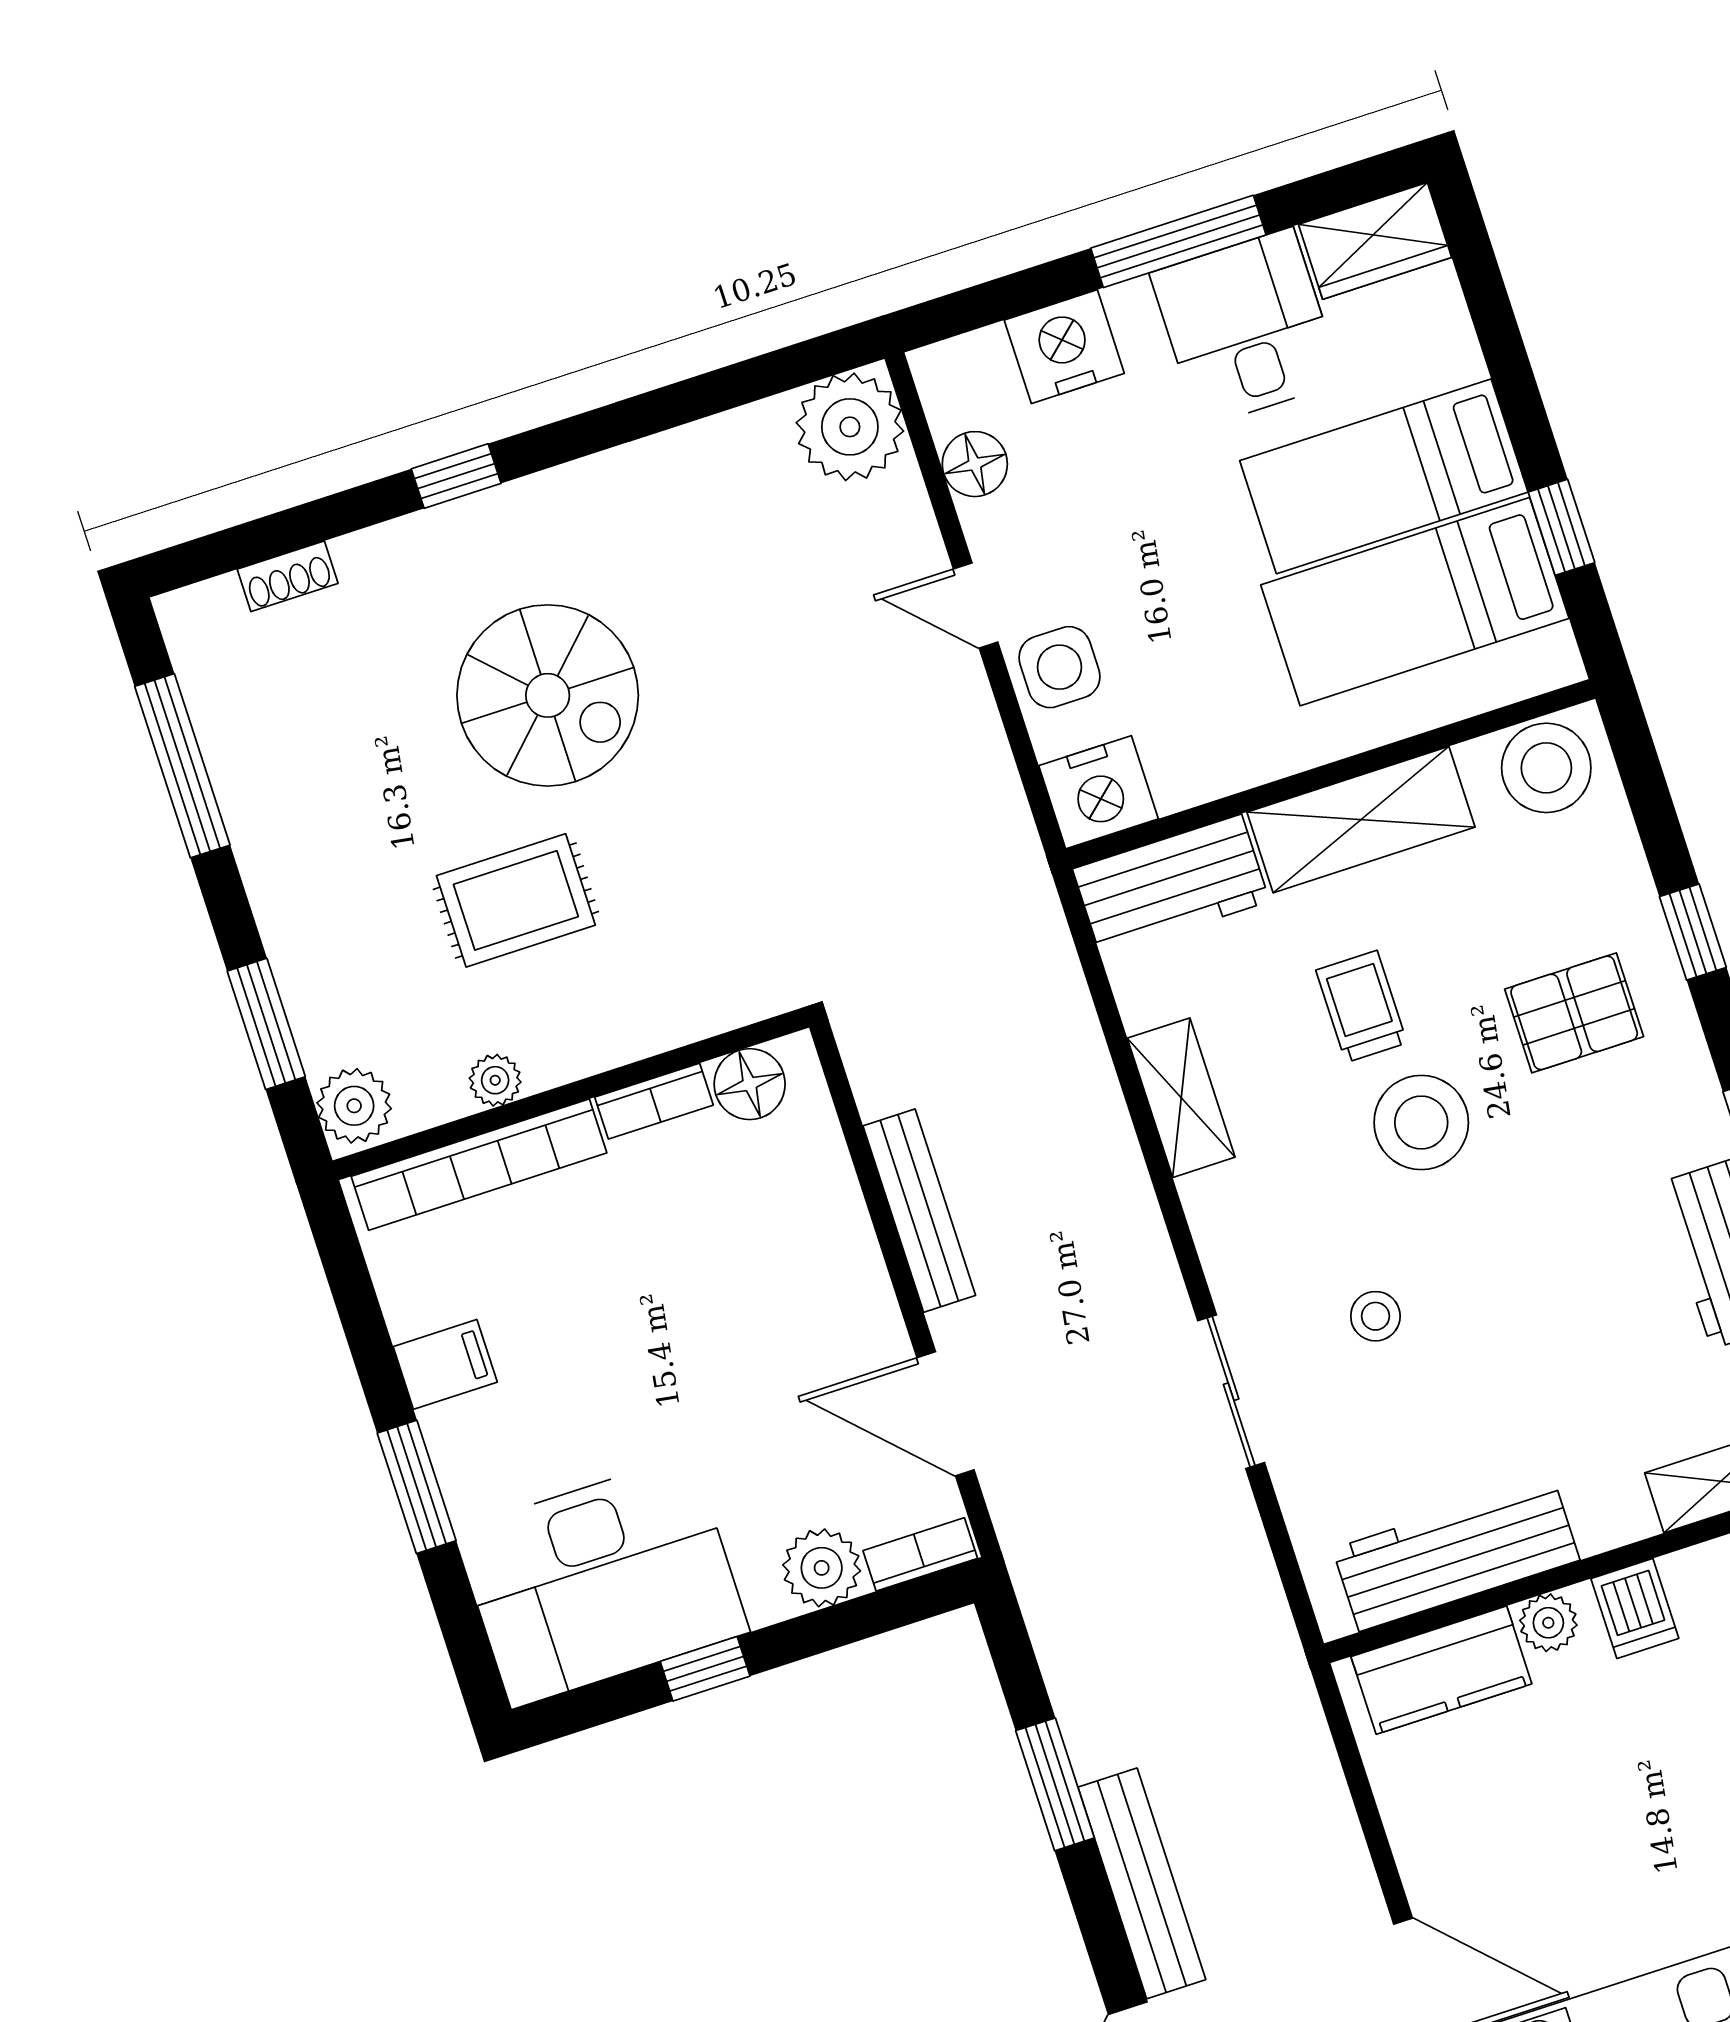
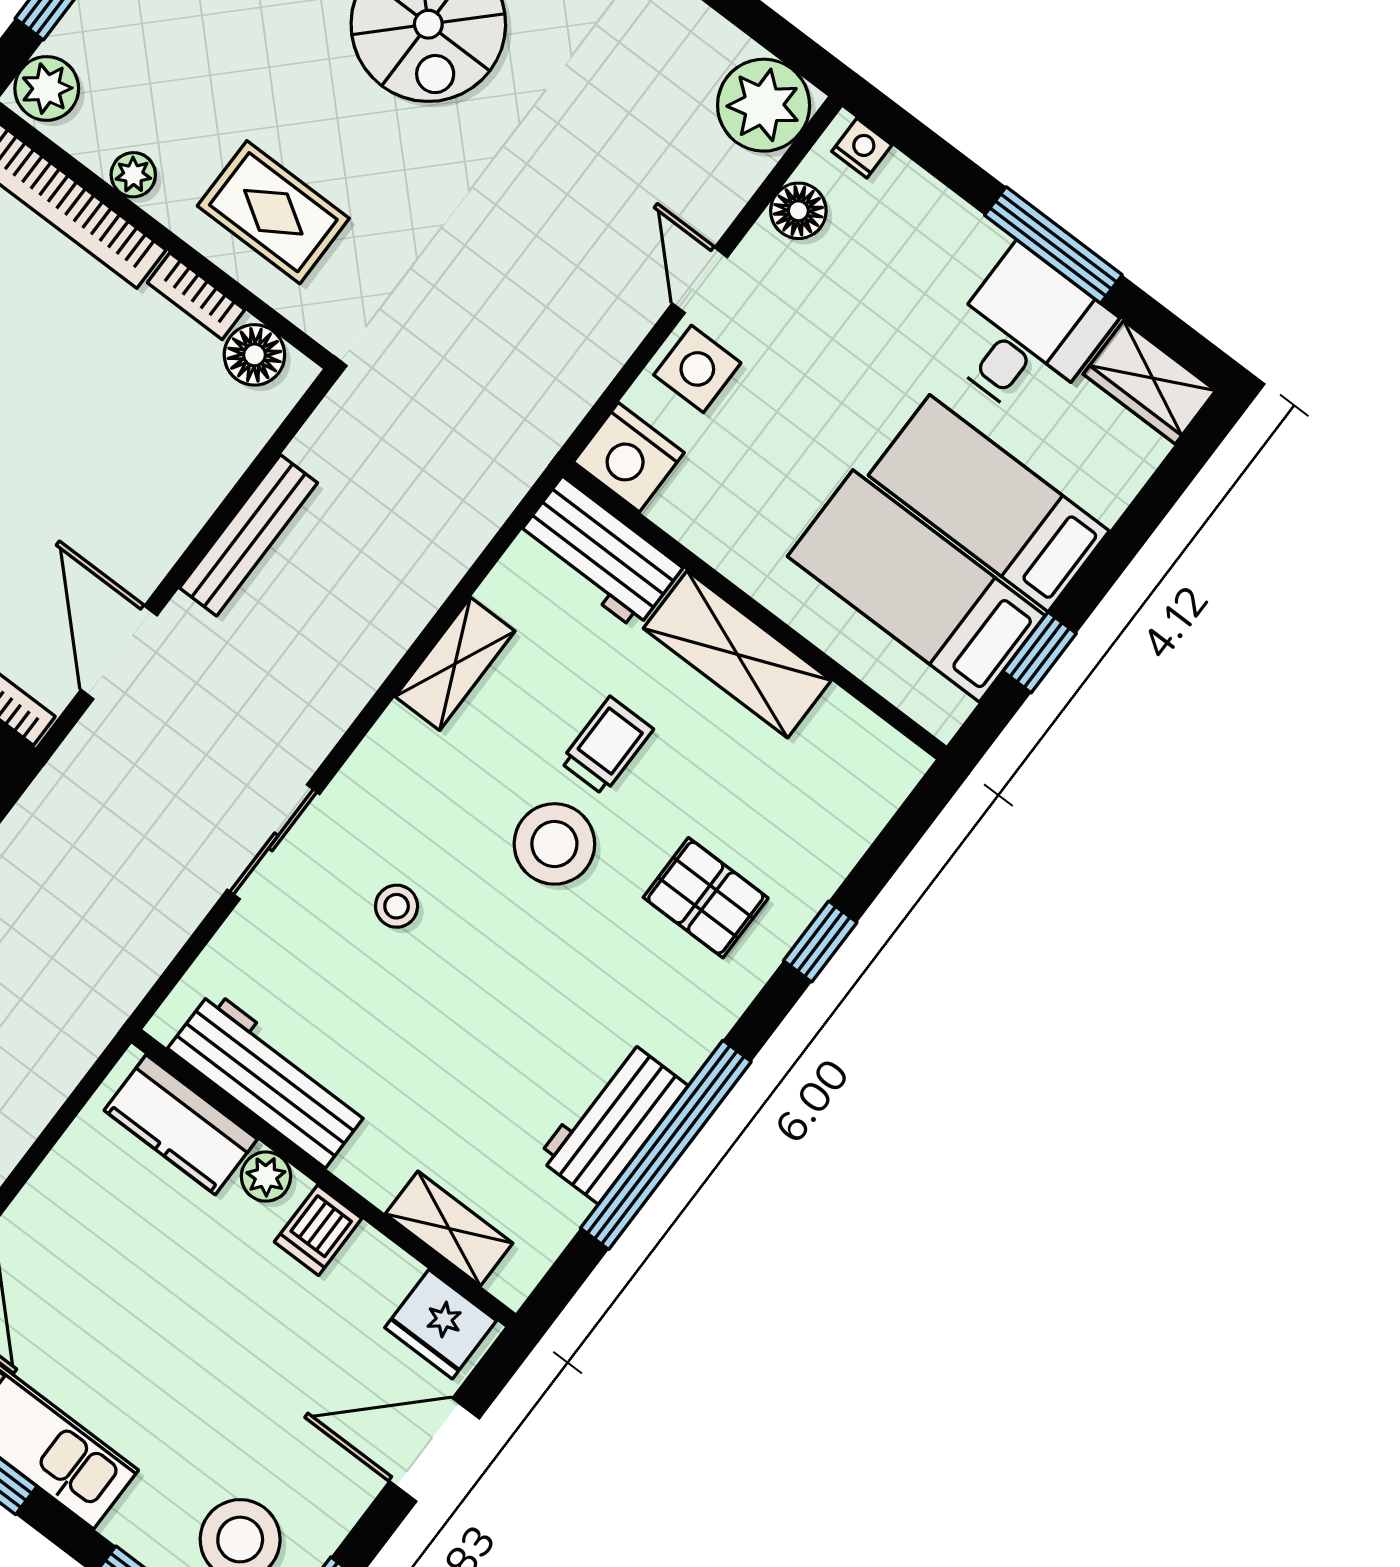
nightstand: (1064, 347) -> (862, 148), moved, width x0.53, depth x0.56
stool: (1546, 768) -> (864, 759), removed
rug: (516, 900) -> (273, 212), moved

